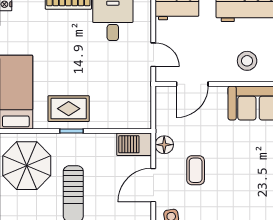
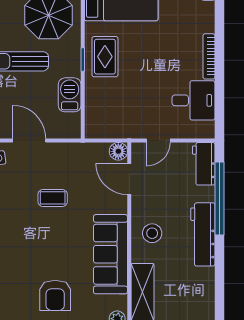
barbecue: (134, 144) -> (70, 95), moved
floor lamp: (164, 145) -> (118, 151), moved
coffee table: (196, 170) -> (53, 198), moved

